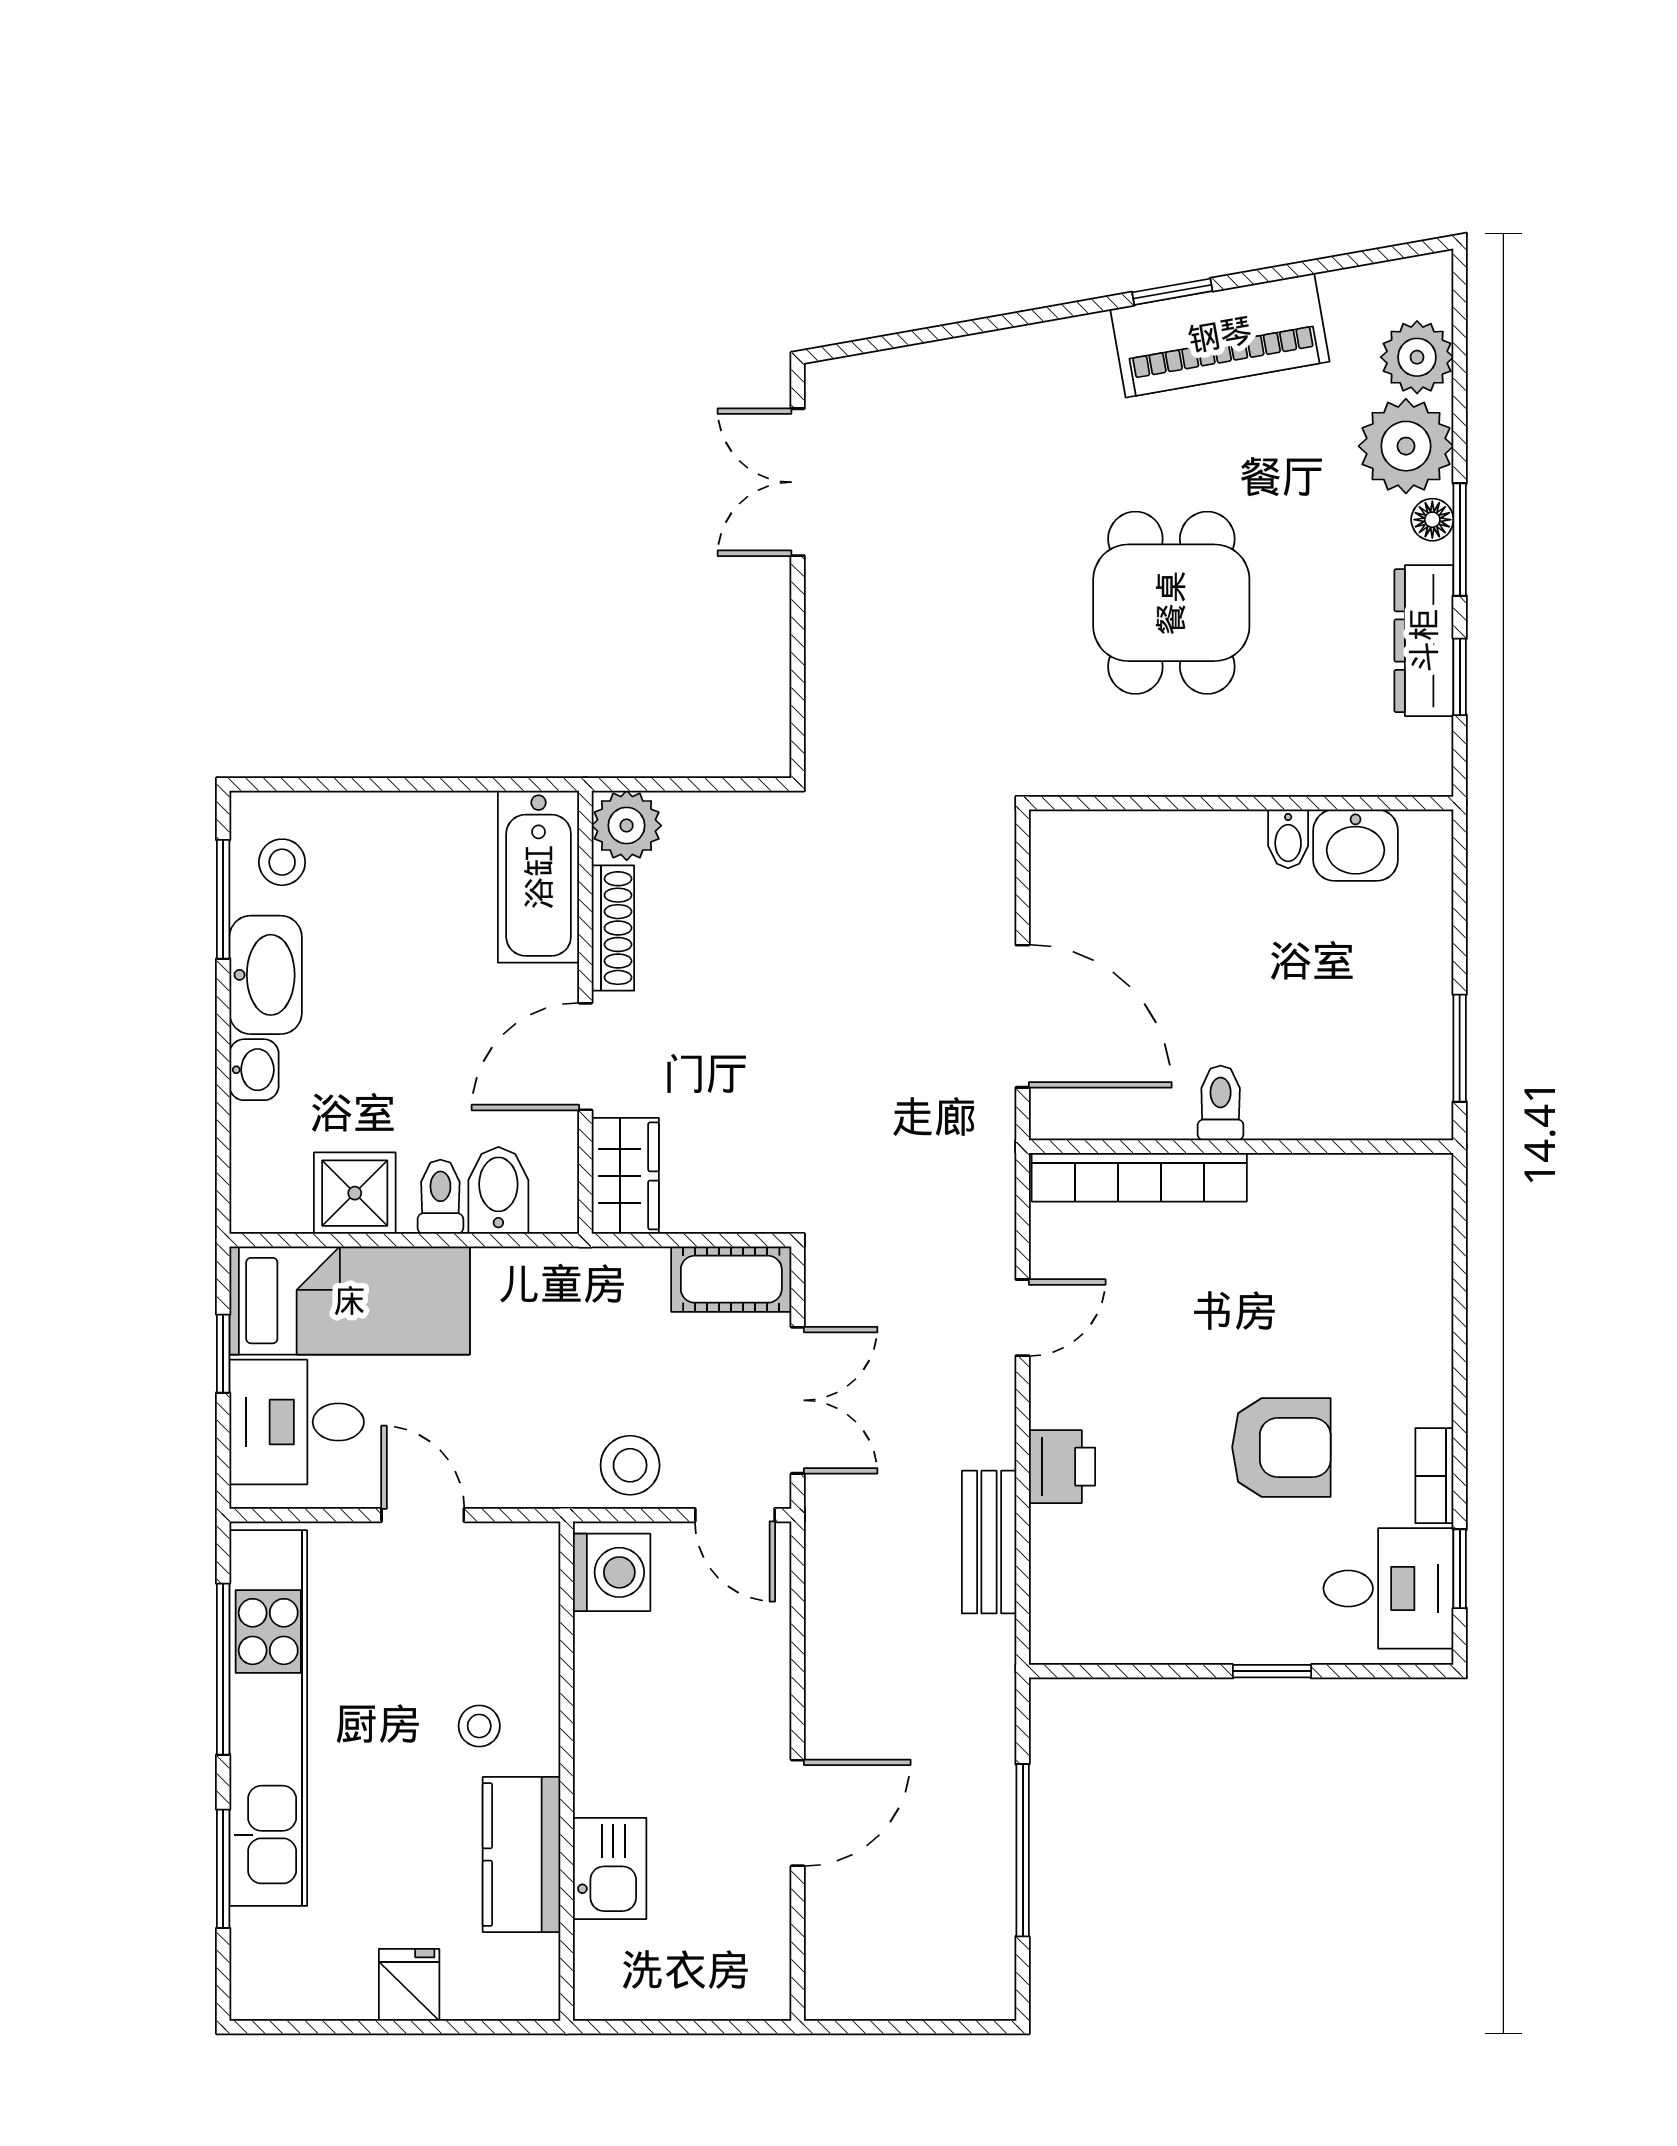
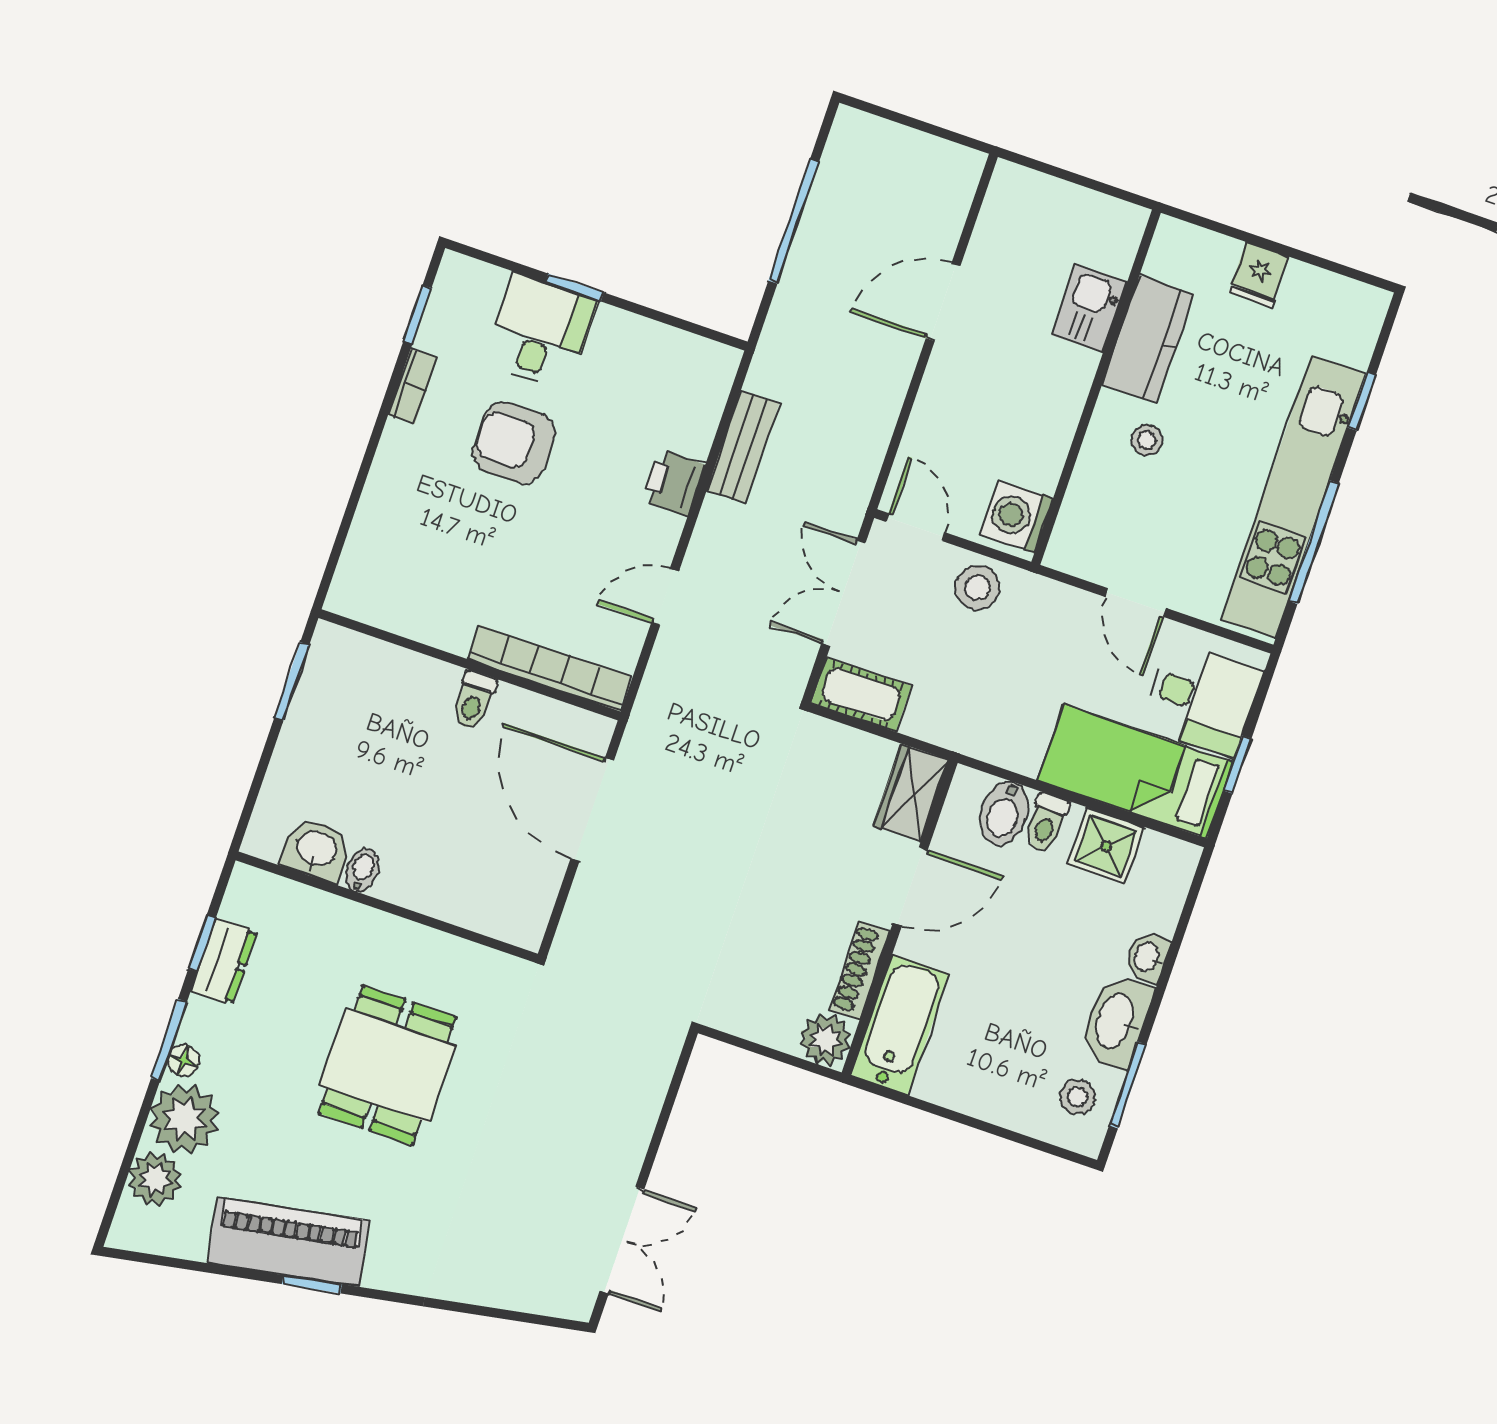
dresser: (1424, 641) -> (224, 961), width x0.70
desk: (1388, 1588) -> (540, 332), moved, turned 90
window: (223, 1869) -> (1362, 401), width x0.67

